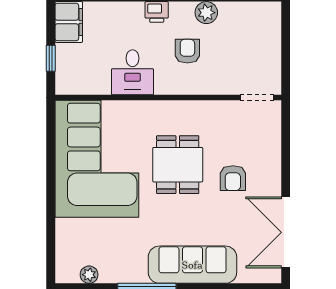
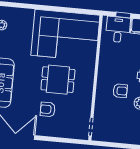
desk: (133, 72) -> (118, 29), moved, turned 90

